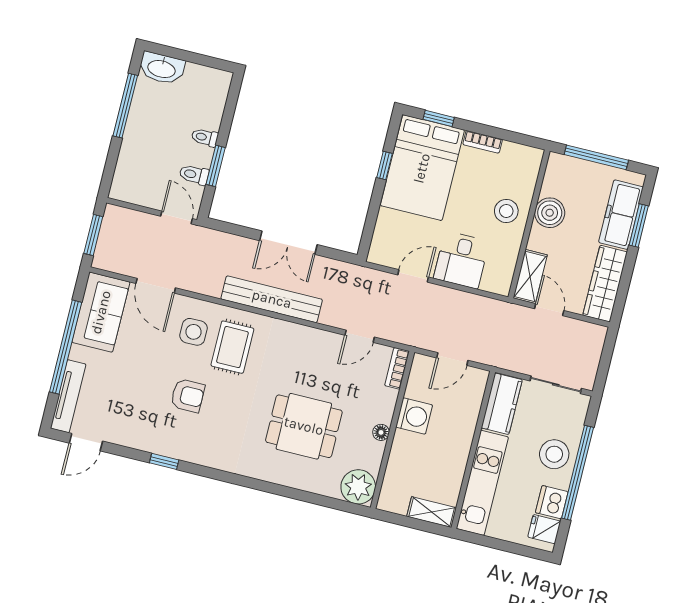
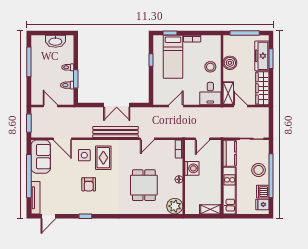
washbasin: (162, 68) -> (55, 41), moved
bed: (422, 168) -> (173, 57), width x0.67
door: (177, 217) -> (50, 106), moved
desk: (461, 260) -> (210, 94), moved
door: (360, 336) -> (147, 139), moved
armchair: (188, 396) -> (89, 184), turned 90
dining table: (304, 426) -> (144, 185), turned 90

